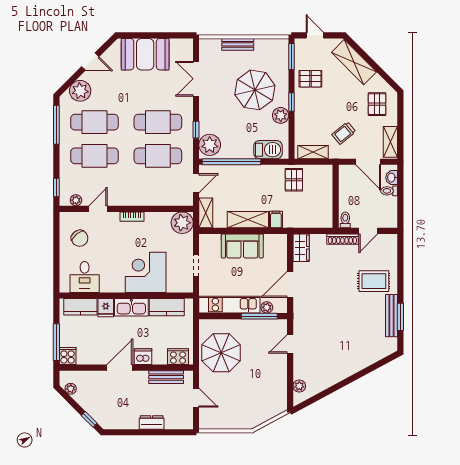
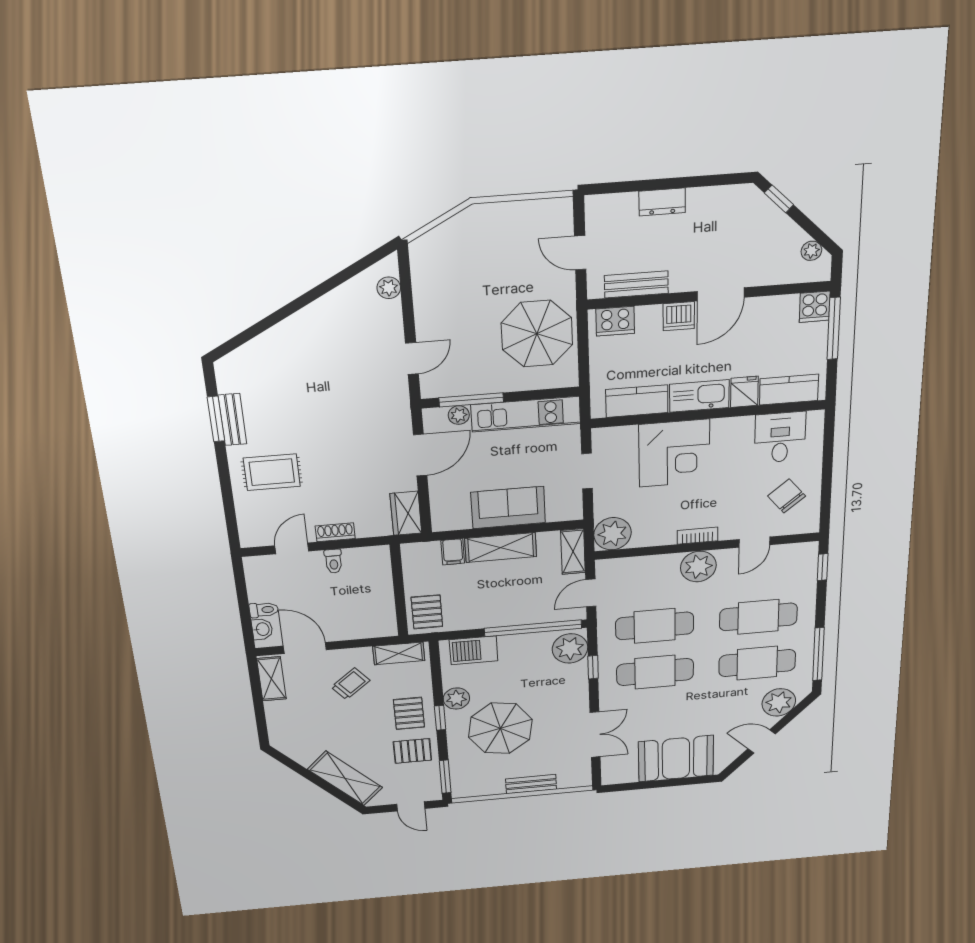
pallet: (377, 104) -> (409, 713), moved
wall: (336, 196) -> (399, 590), moved
plant: (76, 200) -> (698, 567), moved, width x1.88, depth x1.88
shoe rack: (342, 239) -> (335, 532), width x0.70
bench: (391, 316) -> (232, 419), width x0.73

